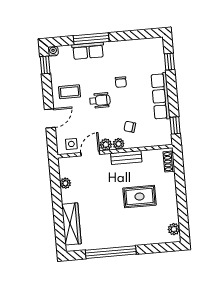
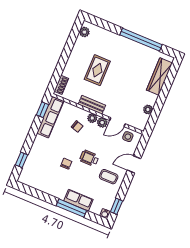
row of seats: (161, 96) -> (50, 117), moved
rug: (140, 197) -> (97, 70), turned 90

